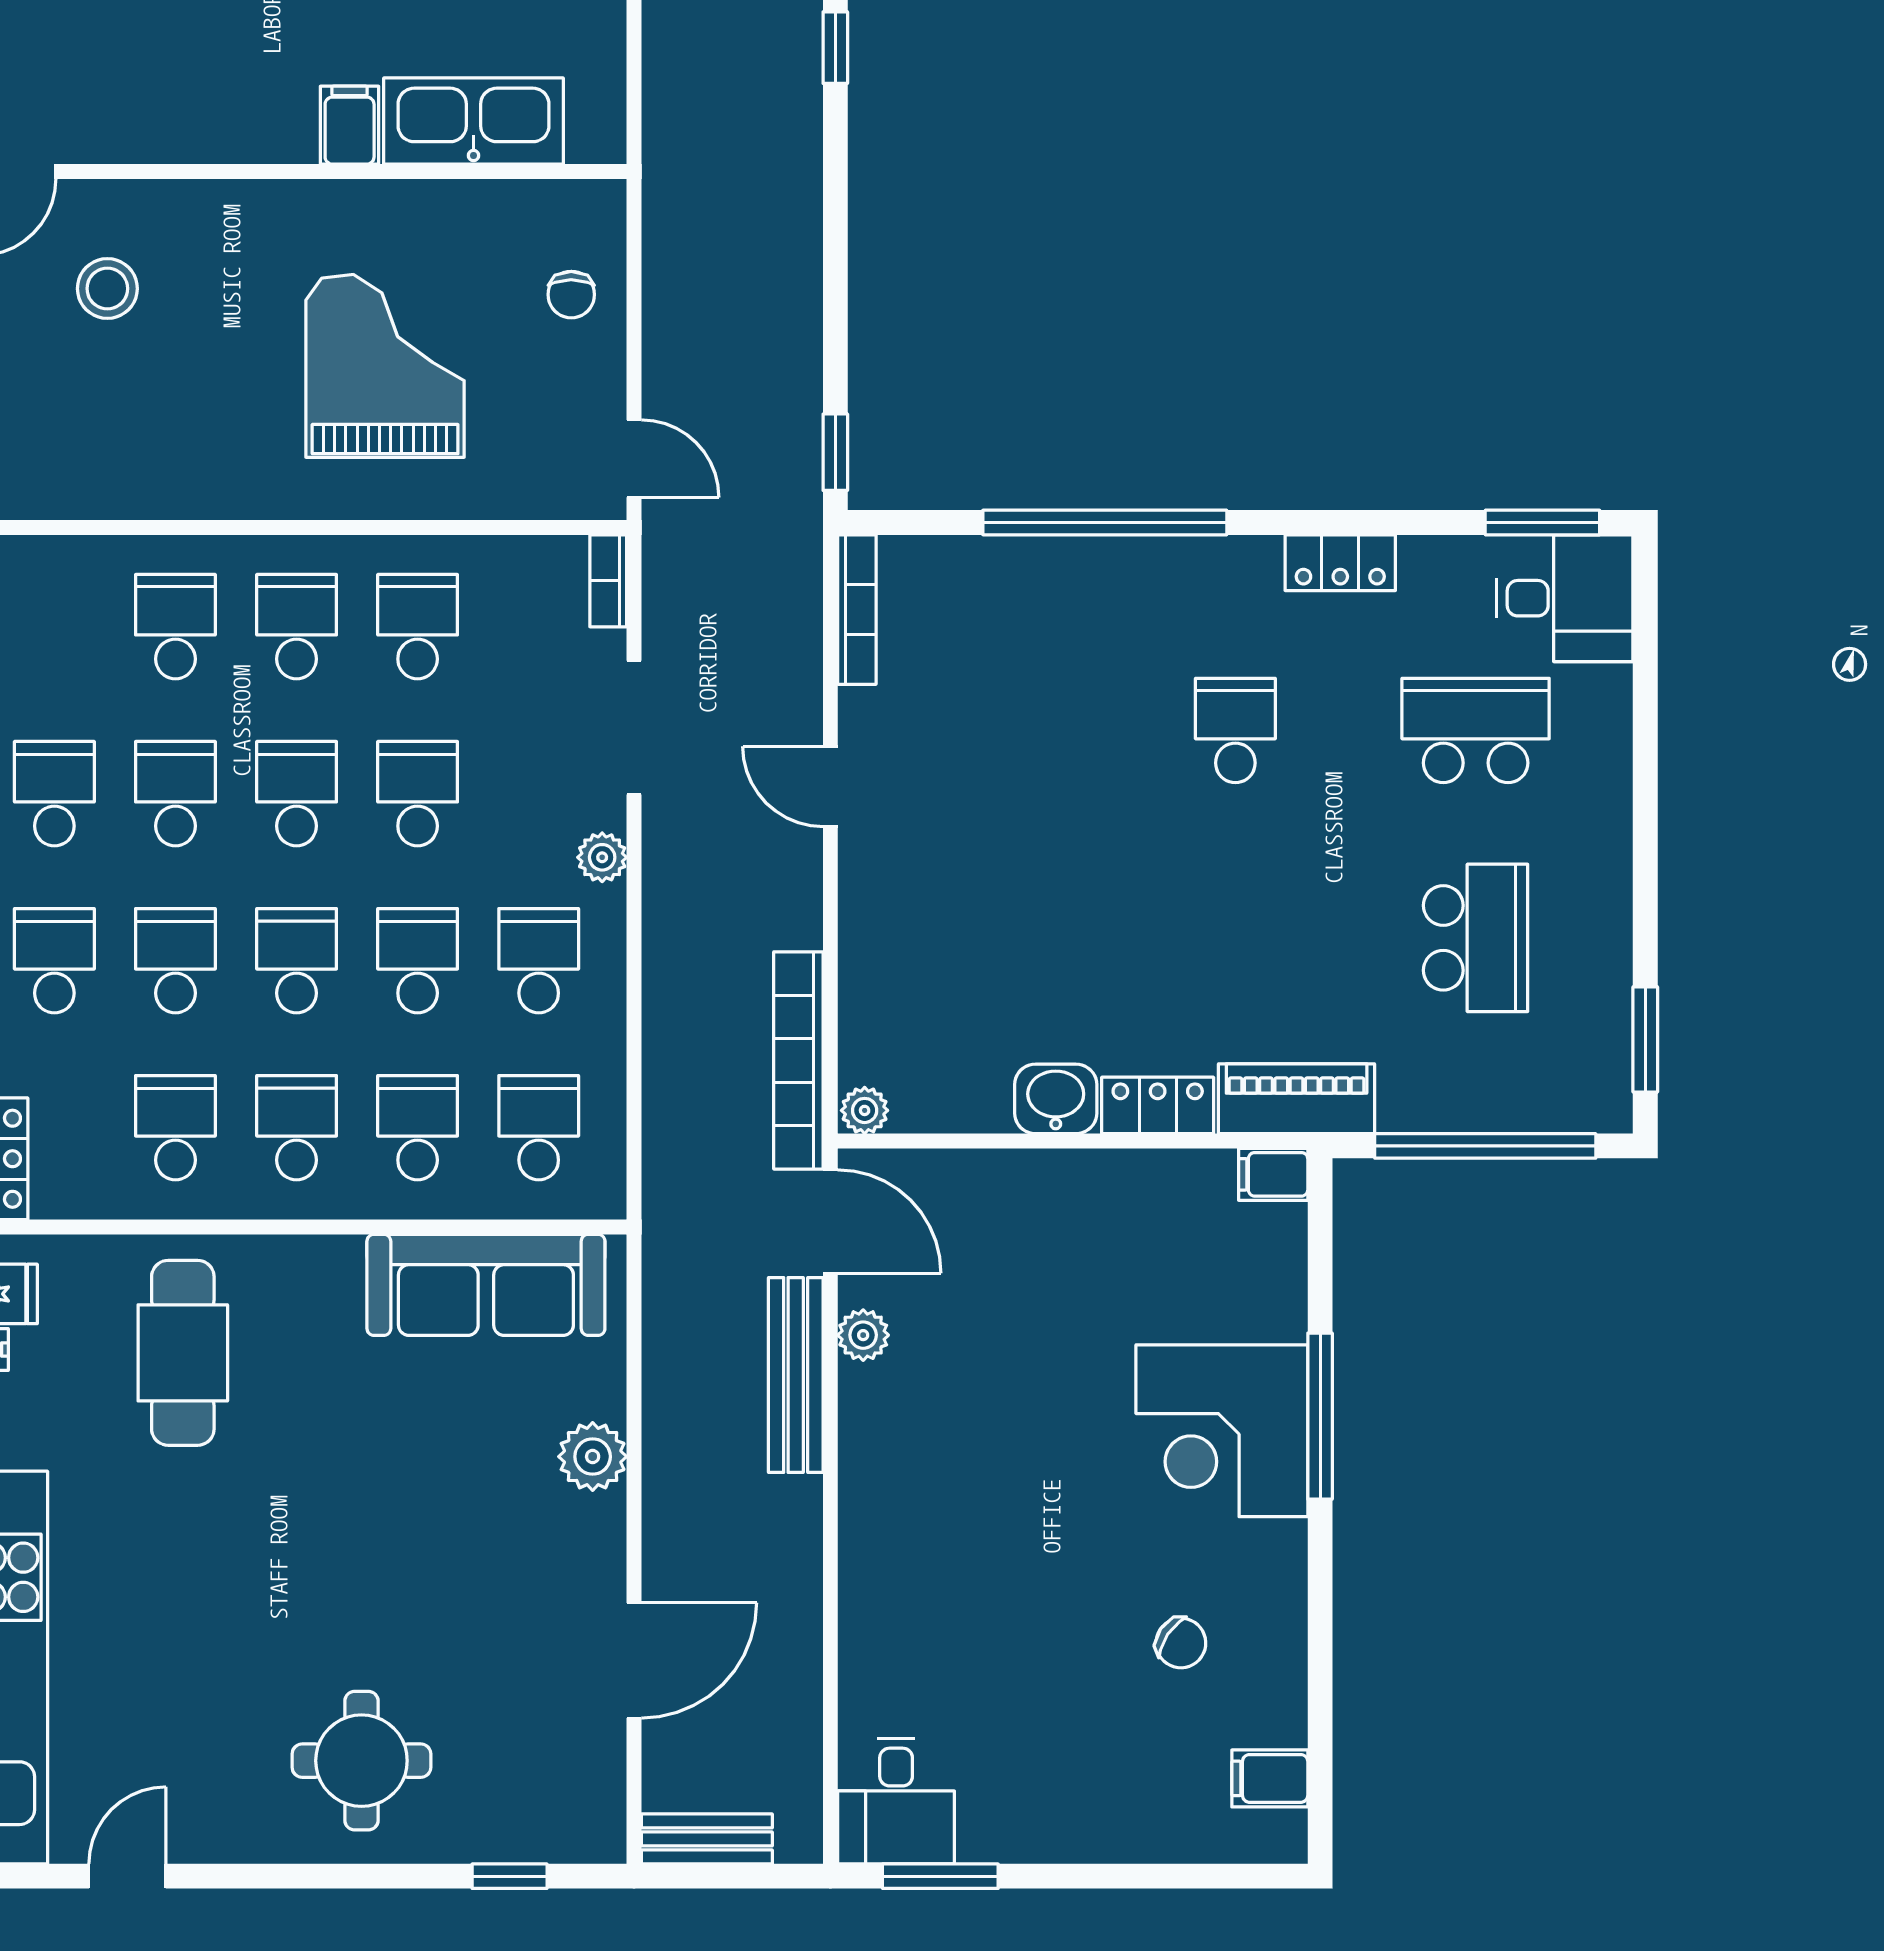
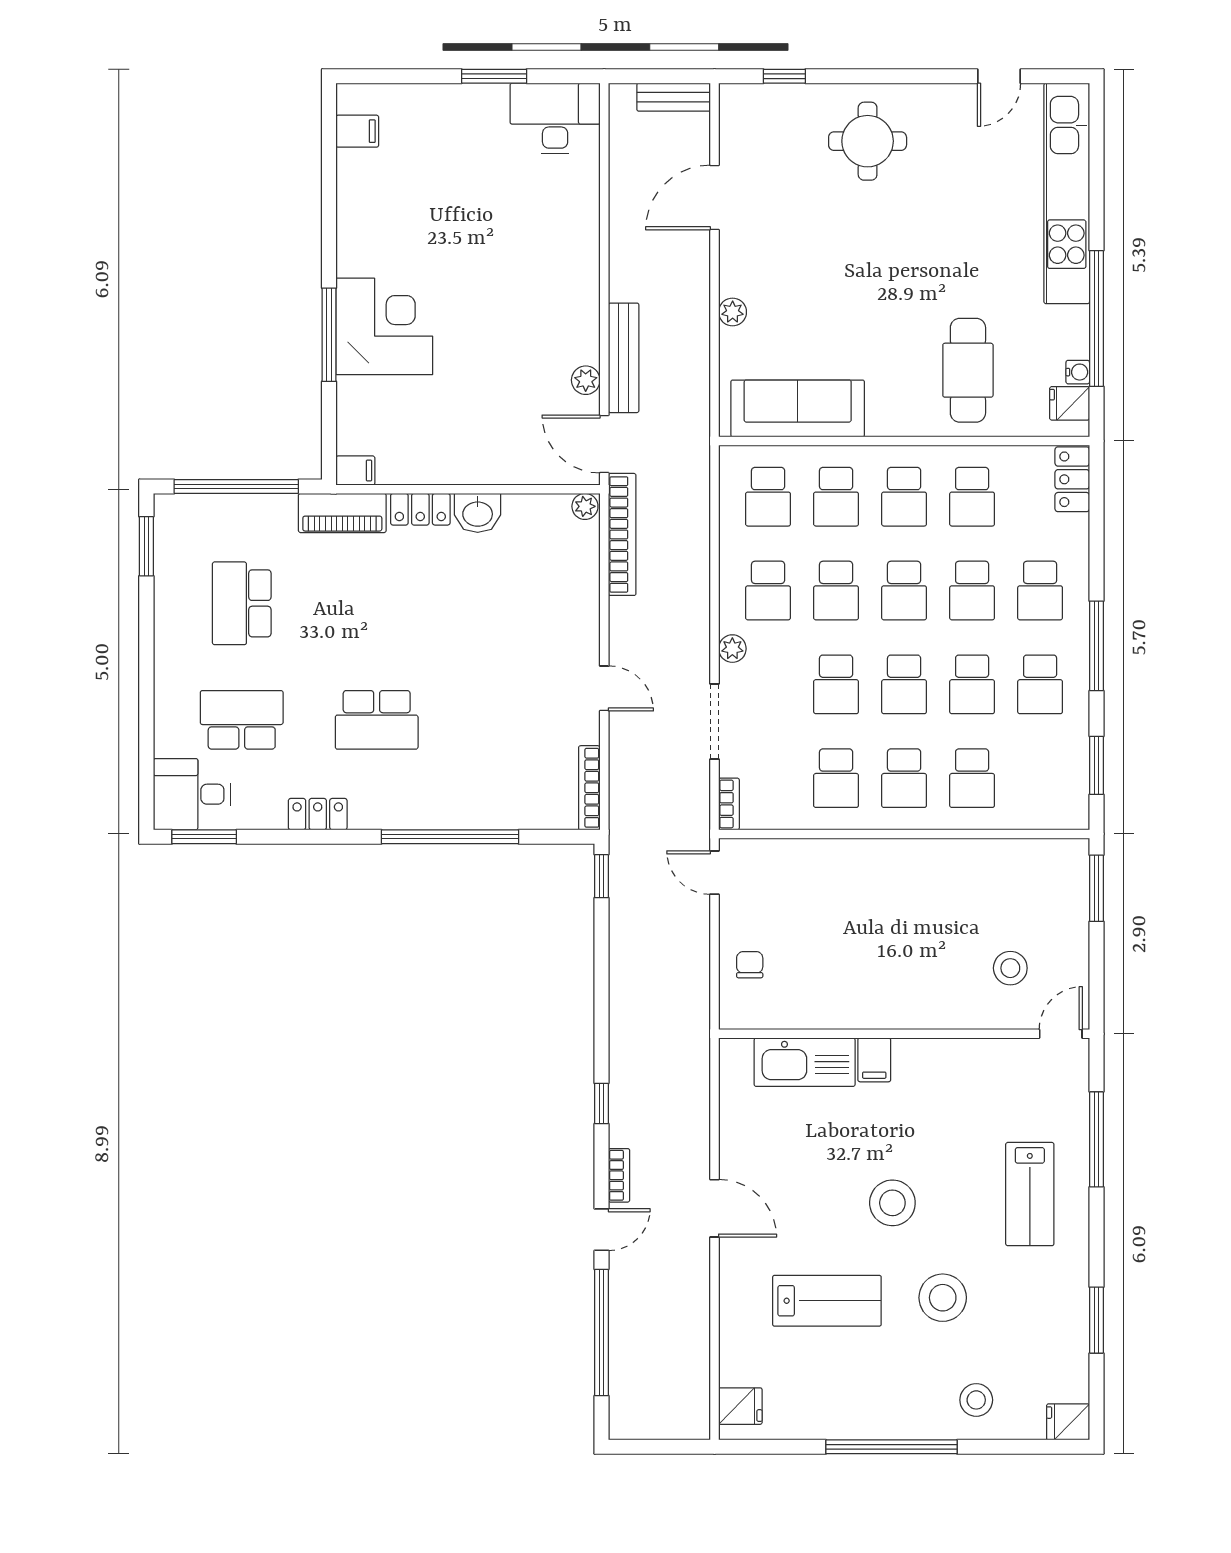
grand piano: (385, 366) -> (854, 925), removed
school desk: (1235, 731) -> (377, 720), width x1.85
school desk: (1476, 731) -> (242, 720), turned 180
plant: (593, 1457) -> (733, 312), width x0.73, depth x0.73
chair: (1181, 1643) -> (407, 207), removed
desk: (896, 1801) -> (555, 118), width x1.37
window: (940, 1876) -> (494, 76), moved

